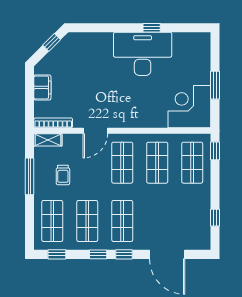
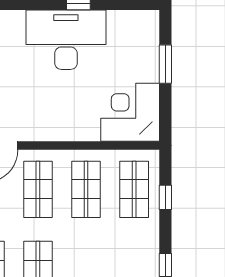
window: (215, 85) -> (165, 64), moved
window: (215, 151) -> (165, 197), moved

